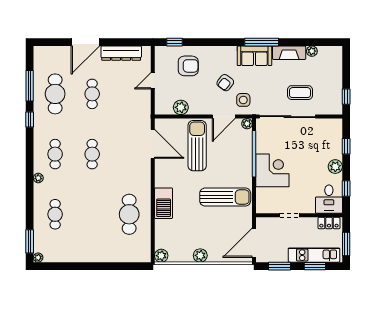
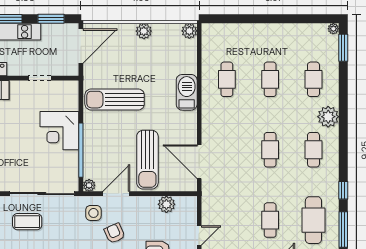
armchair: (225, 83) -> (114, 233), turned -61
plant: (38, 178) -> (328, 117), width x1.88, depth x1.88
cafe table: (92, 214) -> (270, 79), added
cafe table: (129, 214) -> (227, 79), width x0.73, depth x0.74

